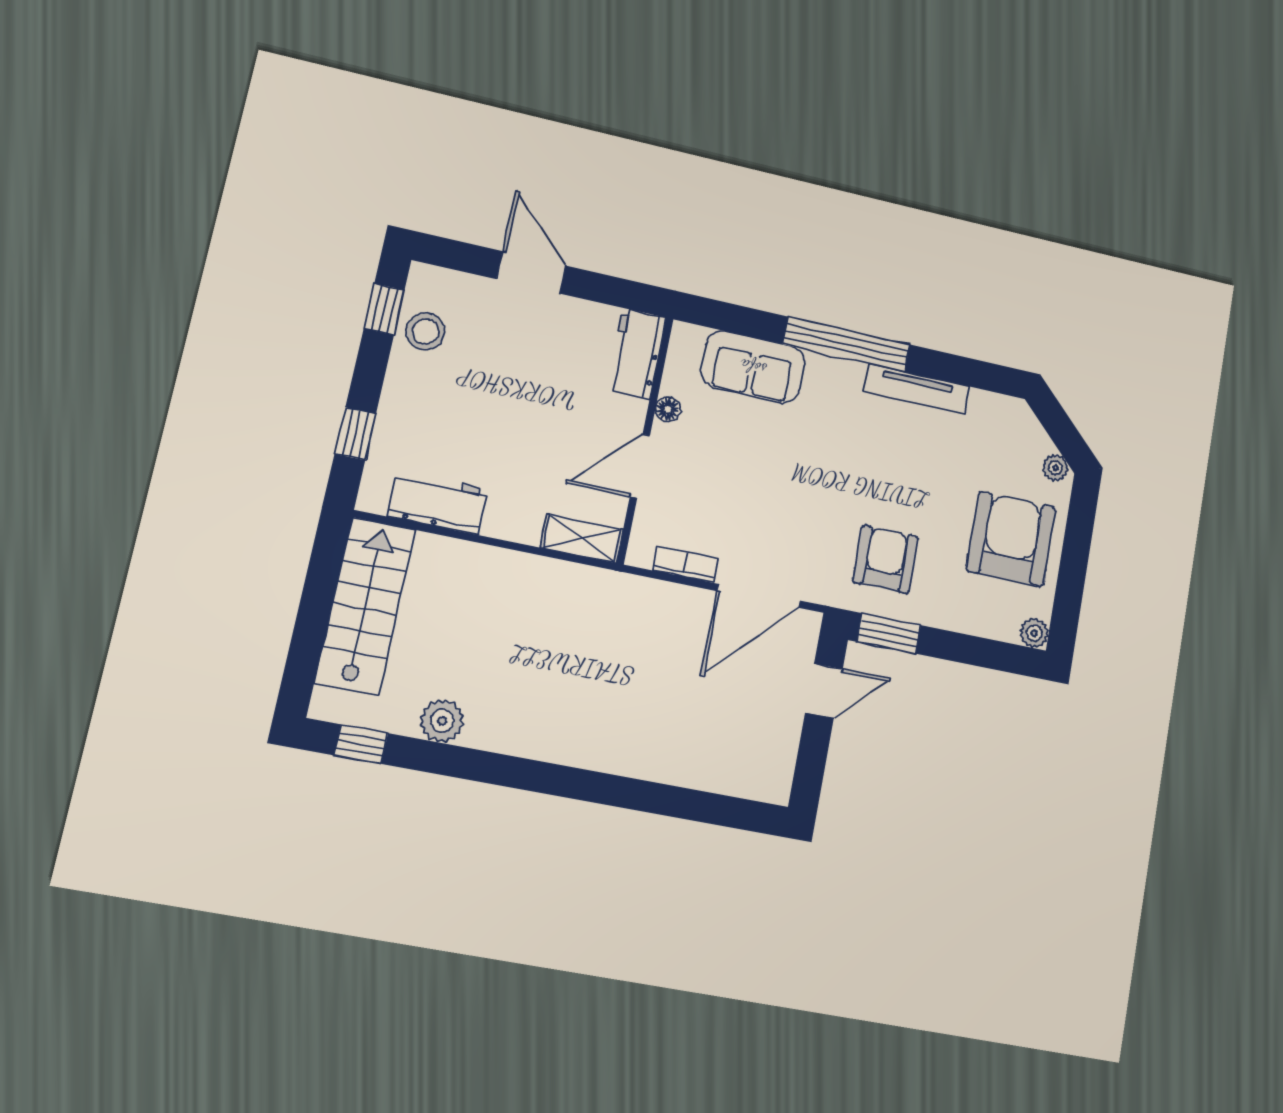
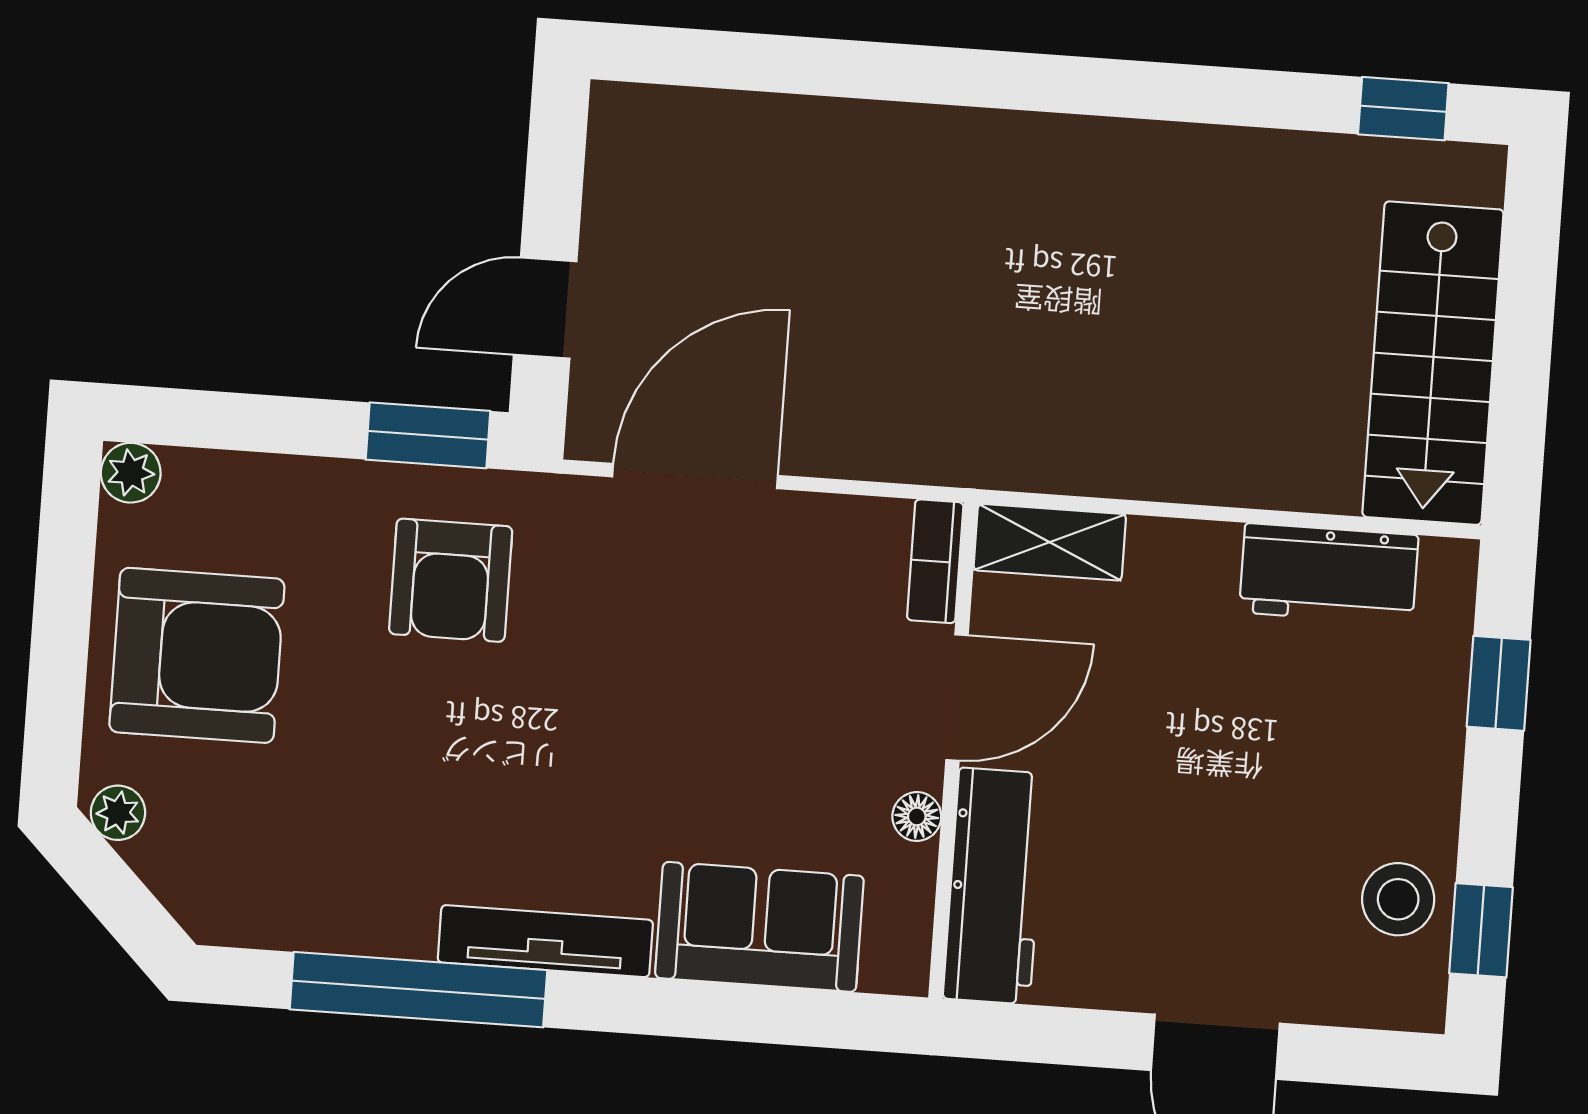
window: (847, 344) -> (418, 990), moved
workbench: (636, 354) -> (994, 886), width x1.38
tv unit: (917, 389) -> (545, 941), moved
armchair: (1011, 539) -> (197, 655), turned -90
bookcase: (685, 564) -> (935, 561), moved, turned 90
plant: (442, 721) -> (1263, 168), removed

